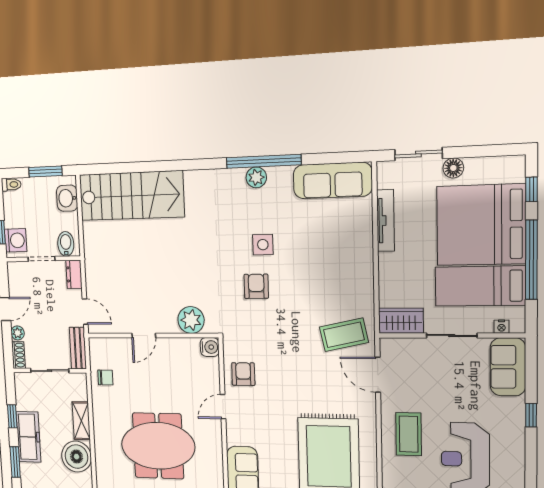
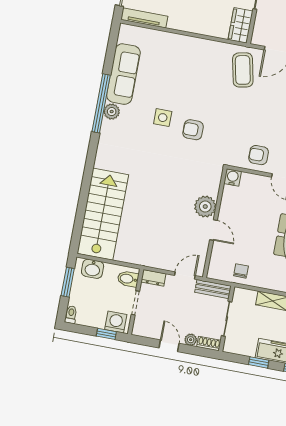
sofa: (333, 180) -> (123, 74), moved
tv unit: (386, 220) -> (144, 18), moved
plant: (191, 320) -> (205, 207), moved

